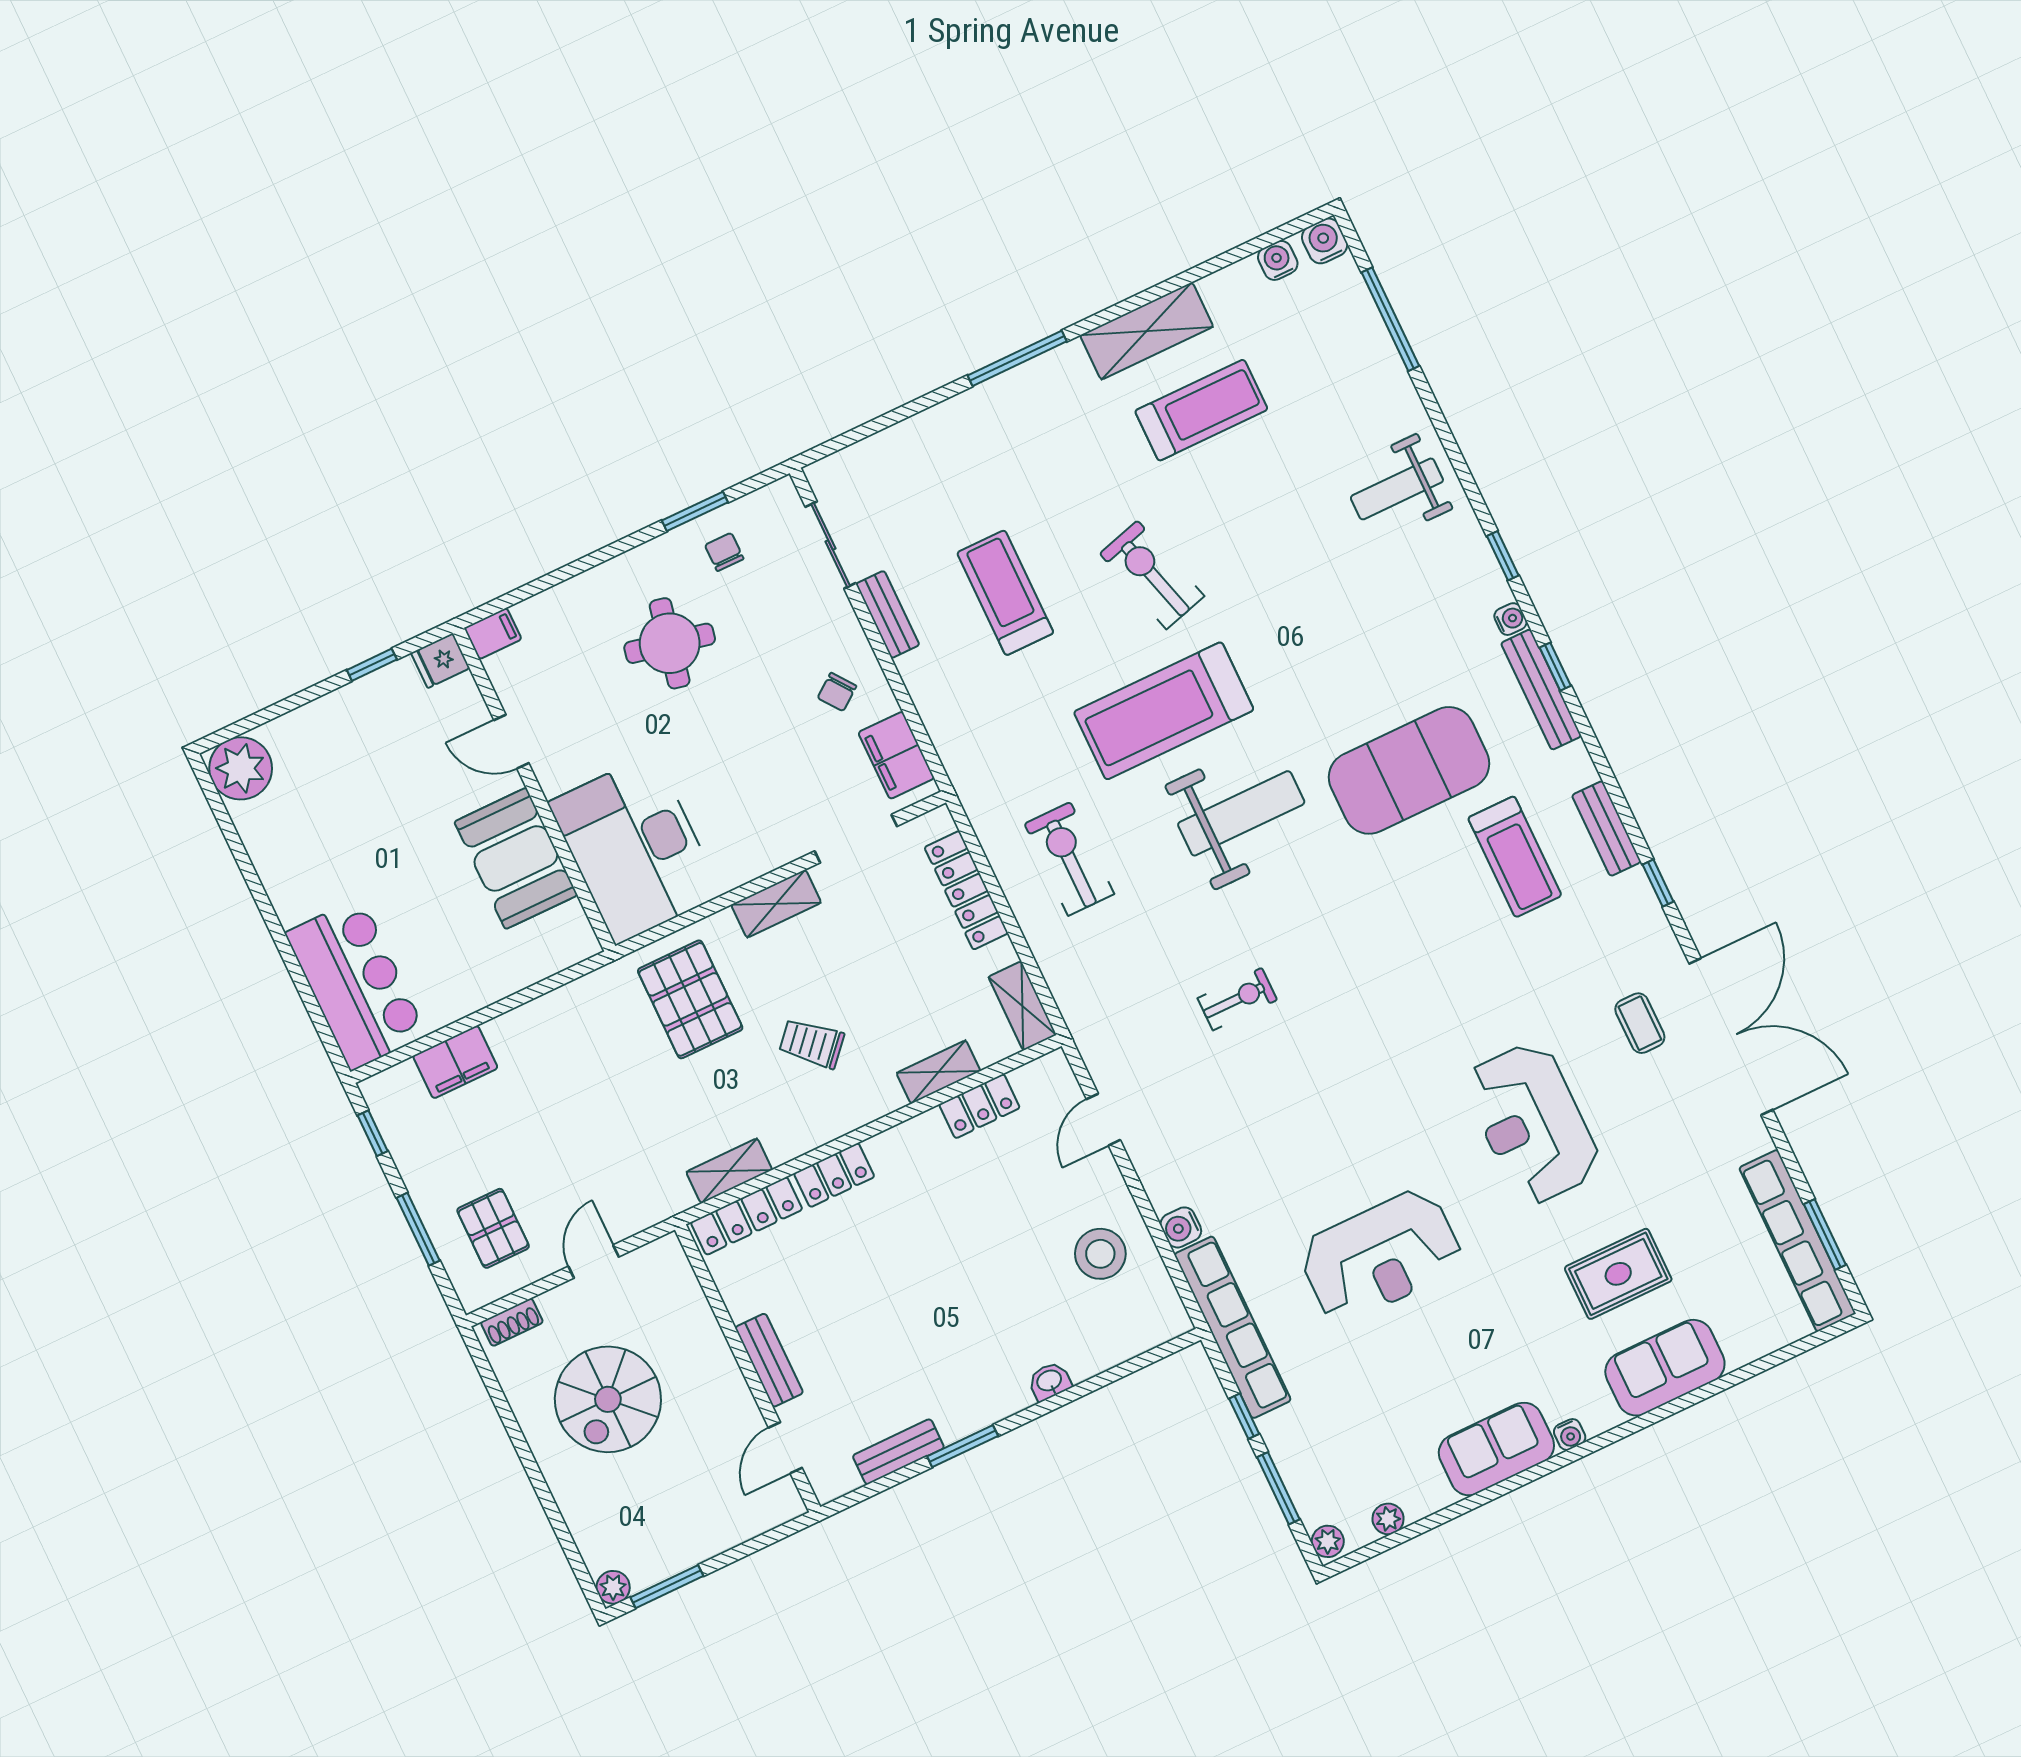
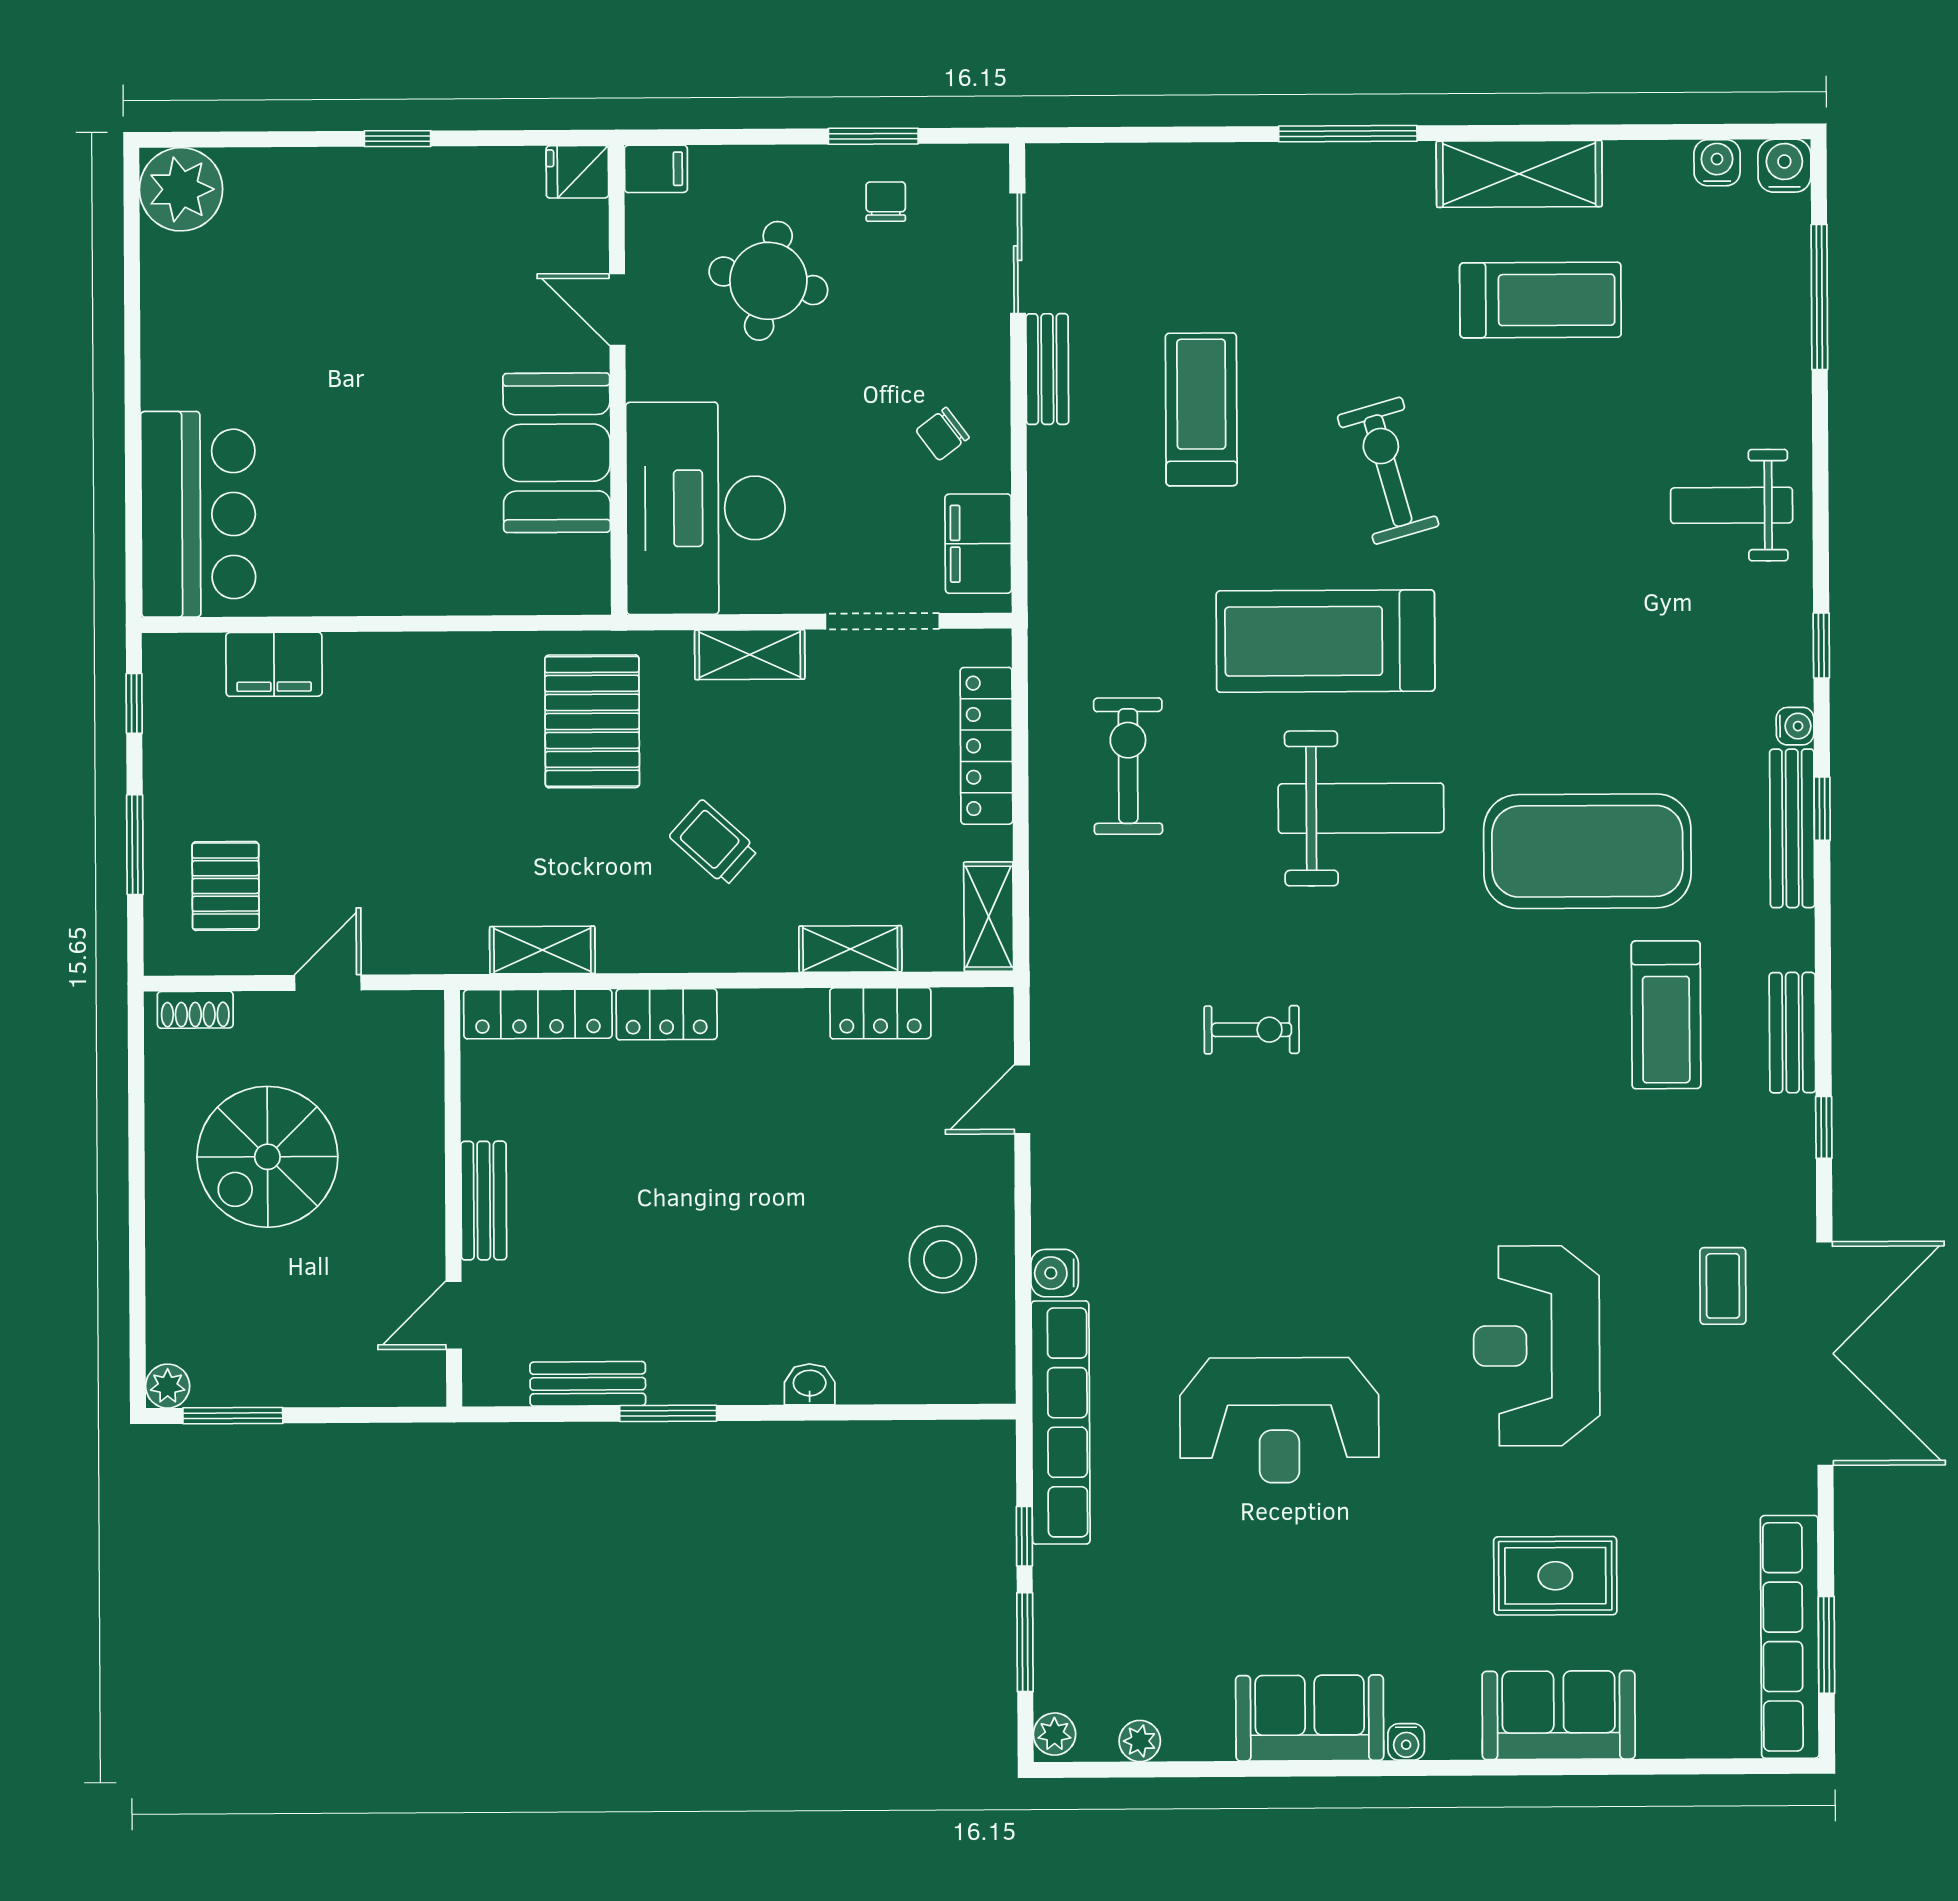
filing cabinet: (493, 634) -> (656, 169), moved
fridge: (440, 661) -> (577, 172), moved
door: (511, 742) -> (617, 310), moved
wall: (534, 790) -> (618, 380), moved
desk: (635, 849) -> (706, 508), moved
booth: (516, 858) -> (557, 453), moved

